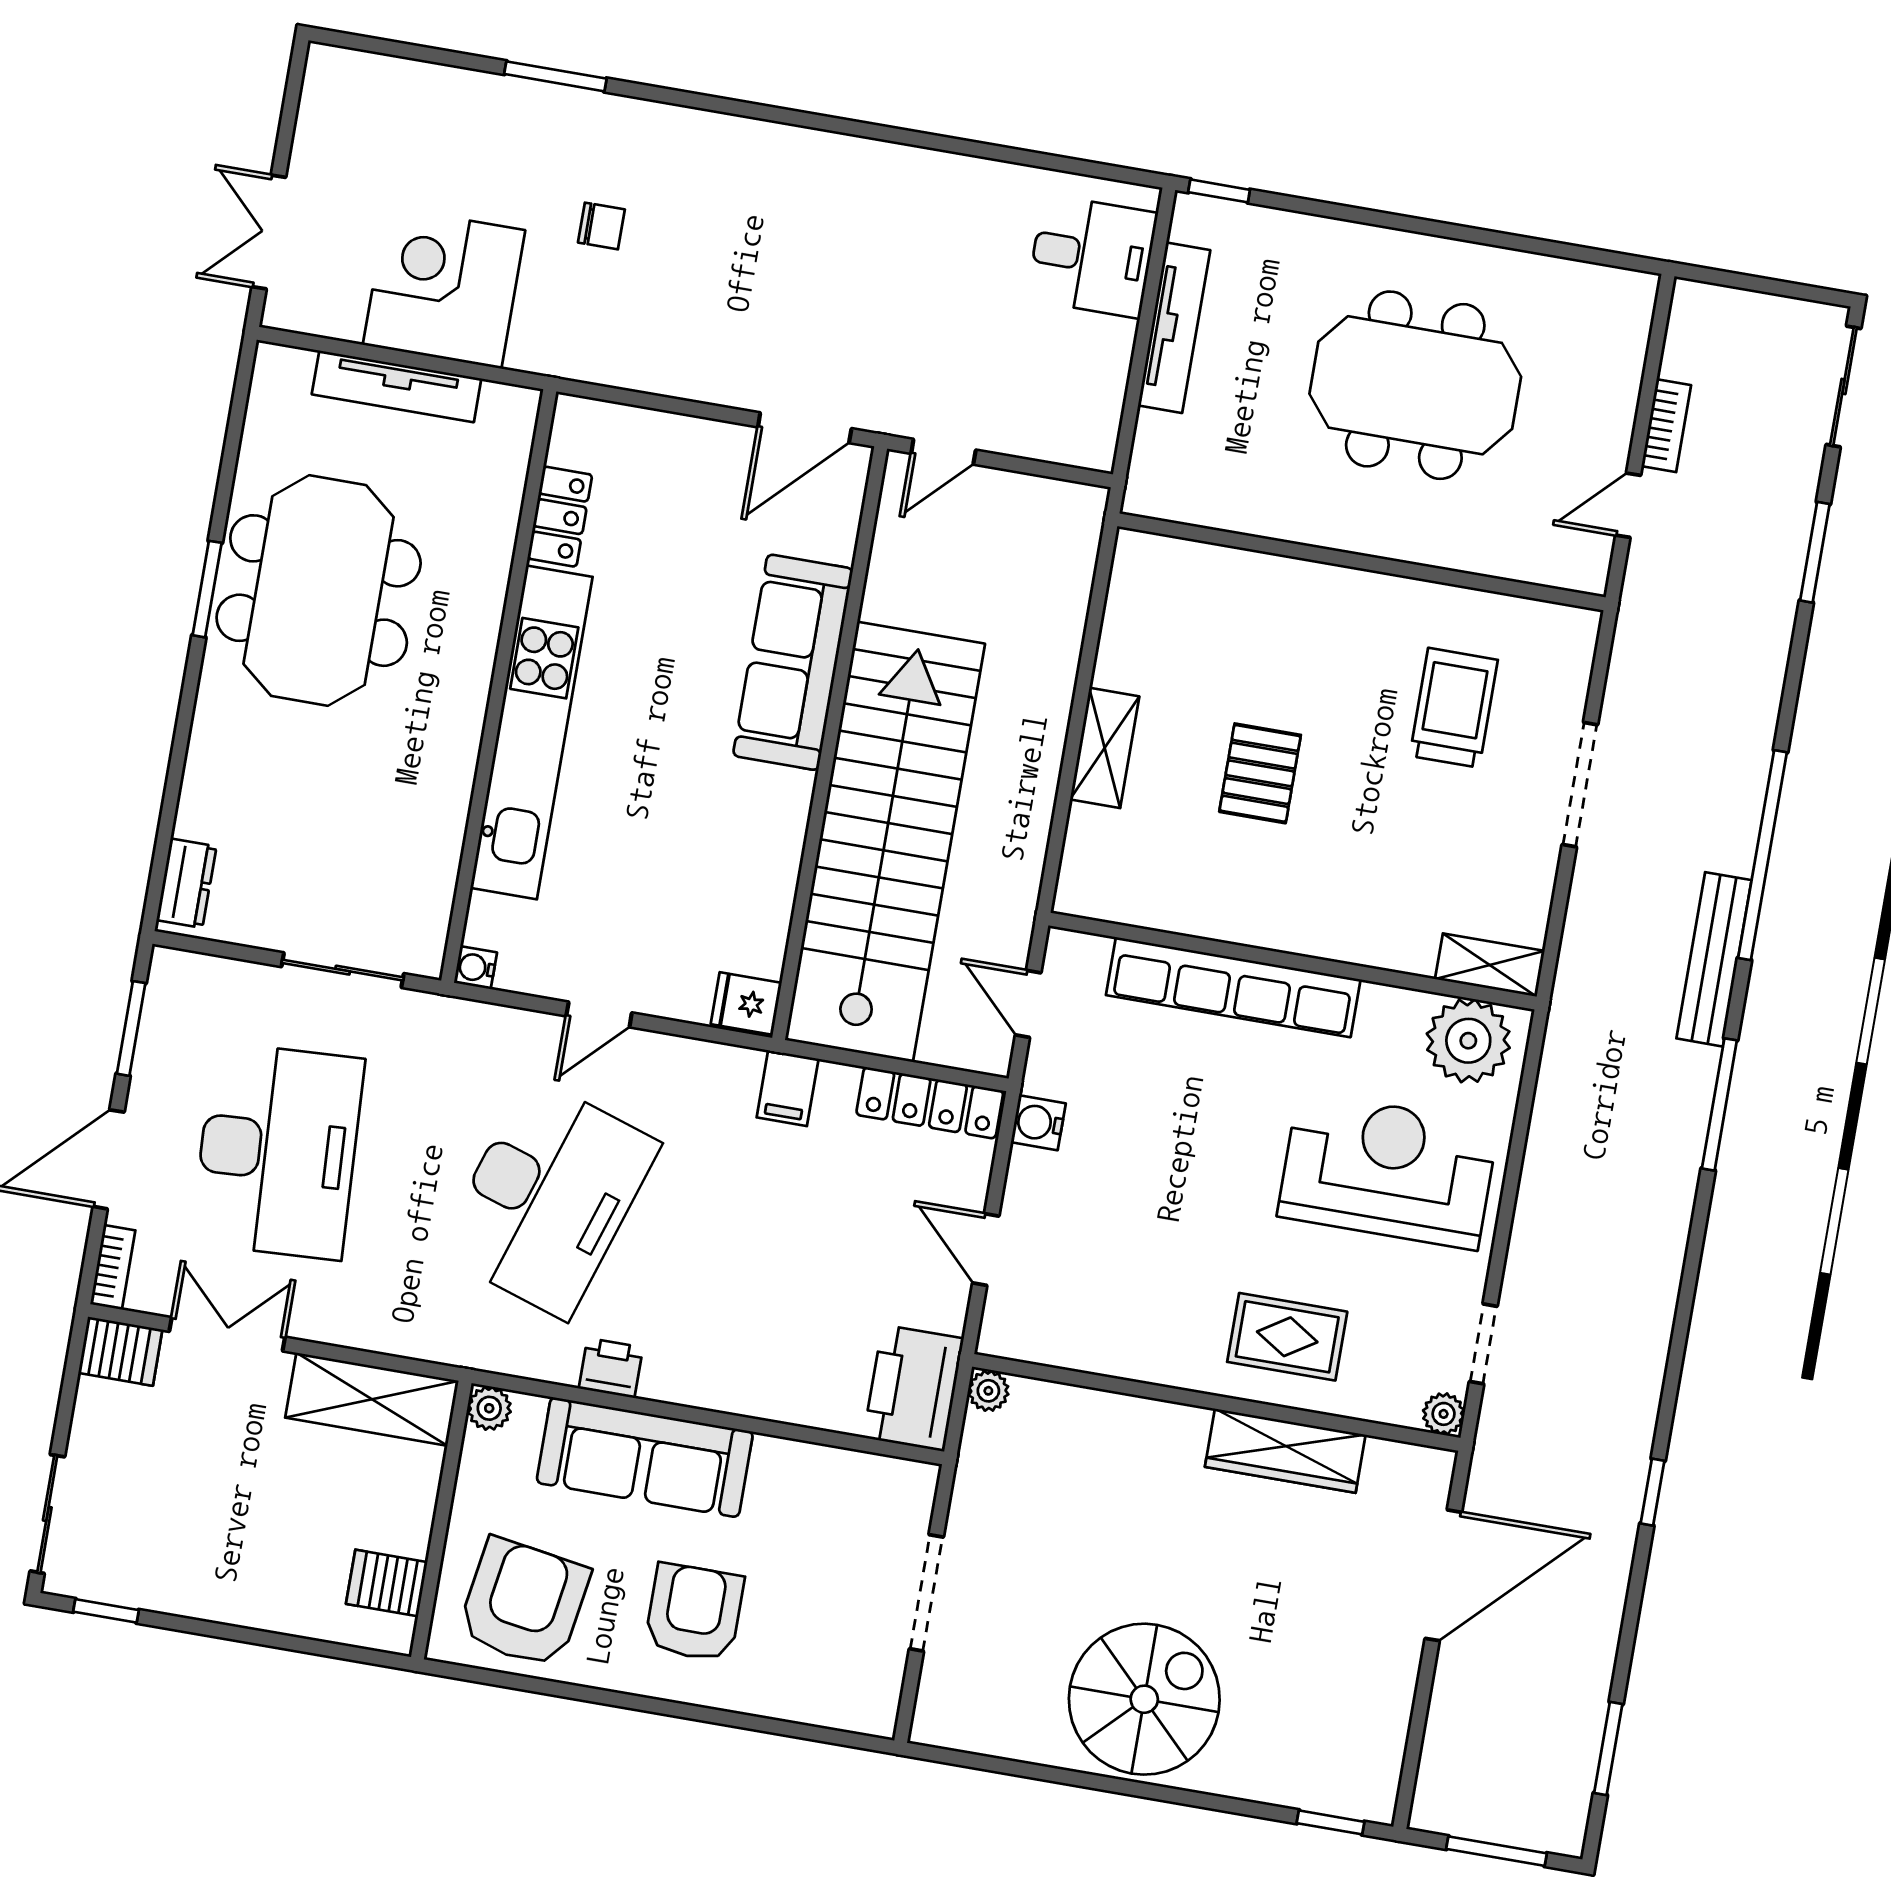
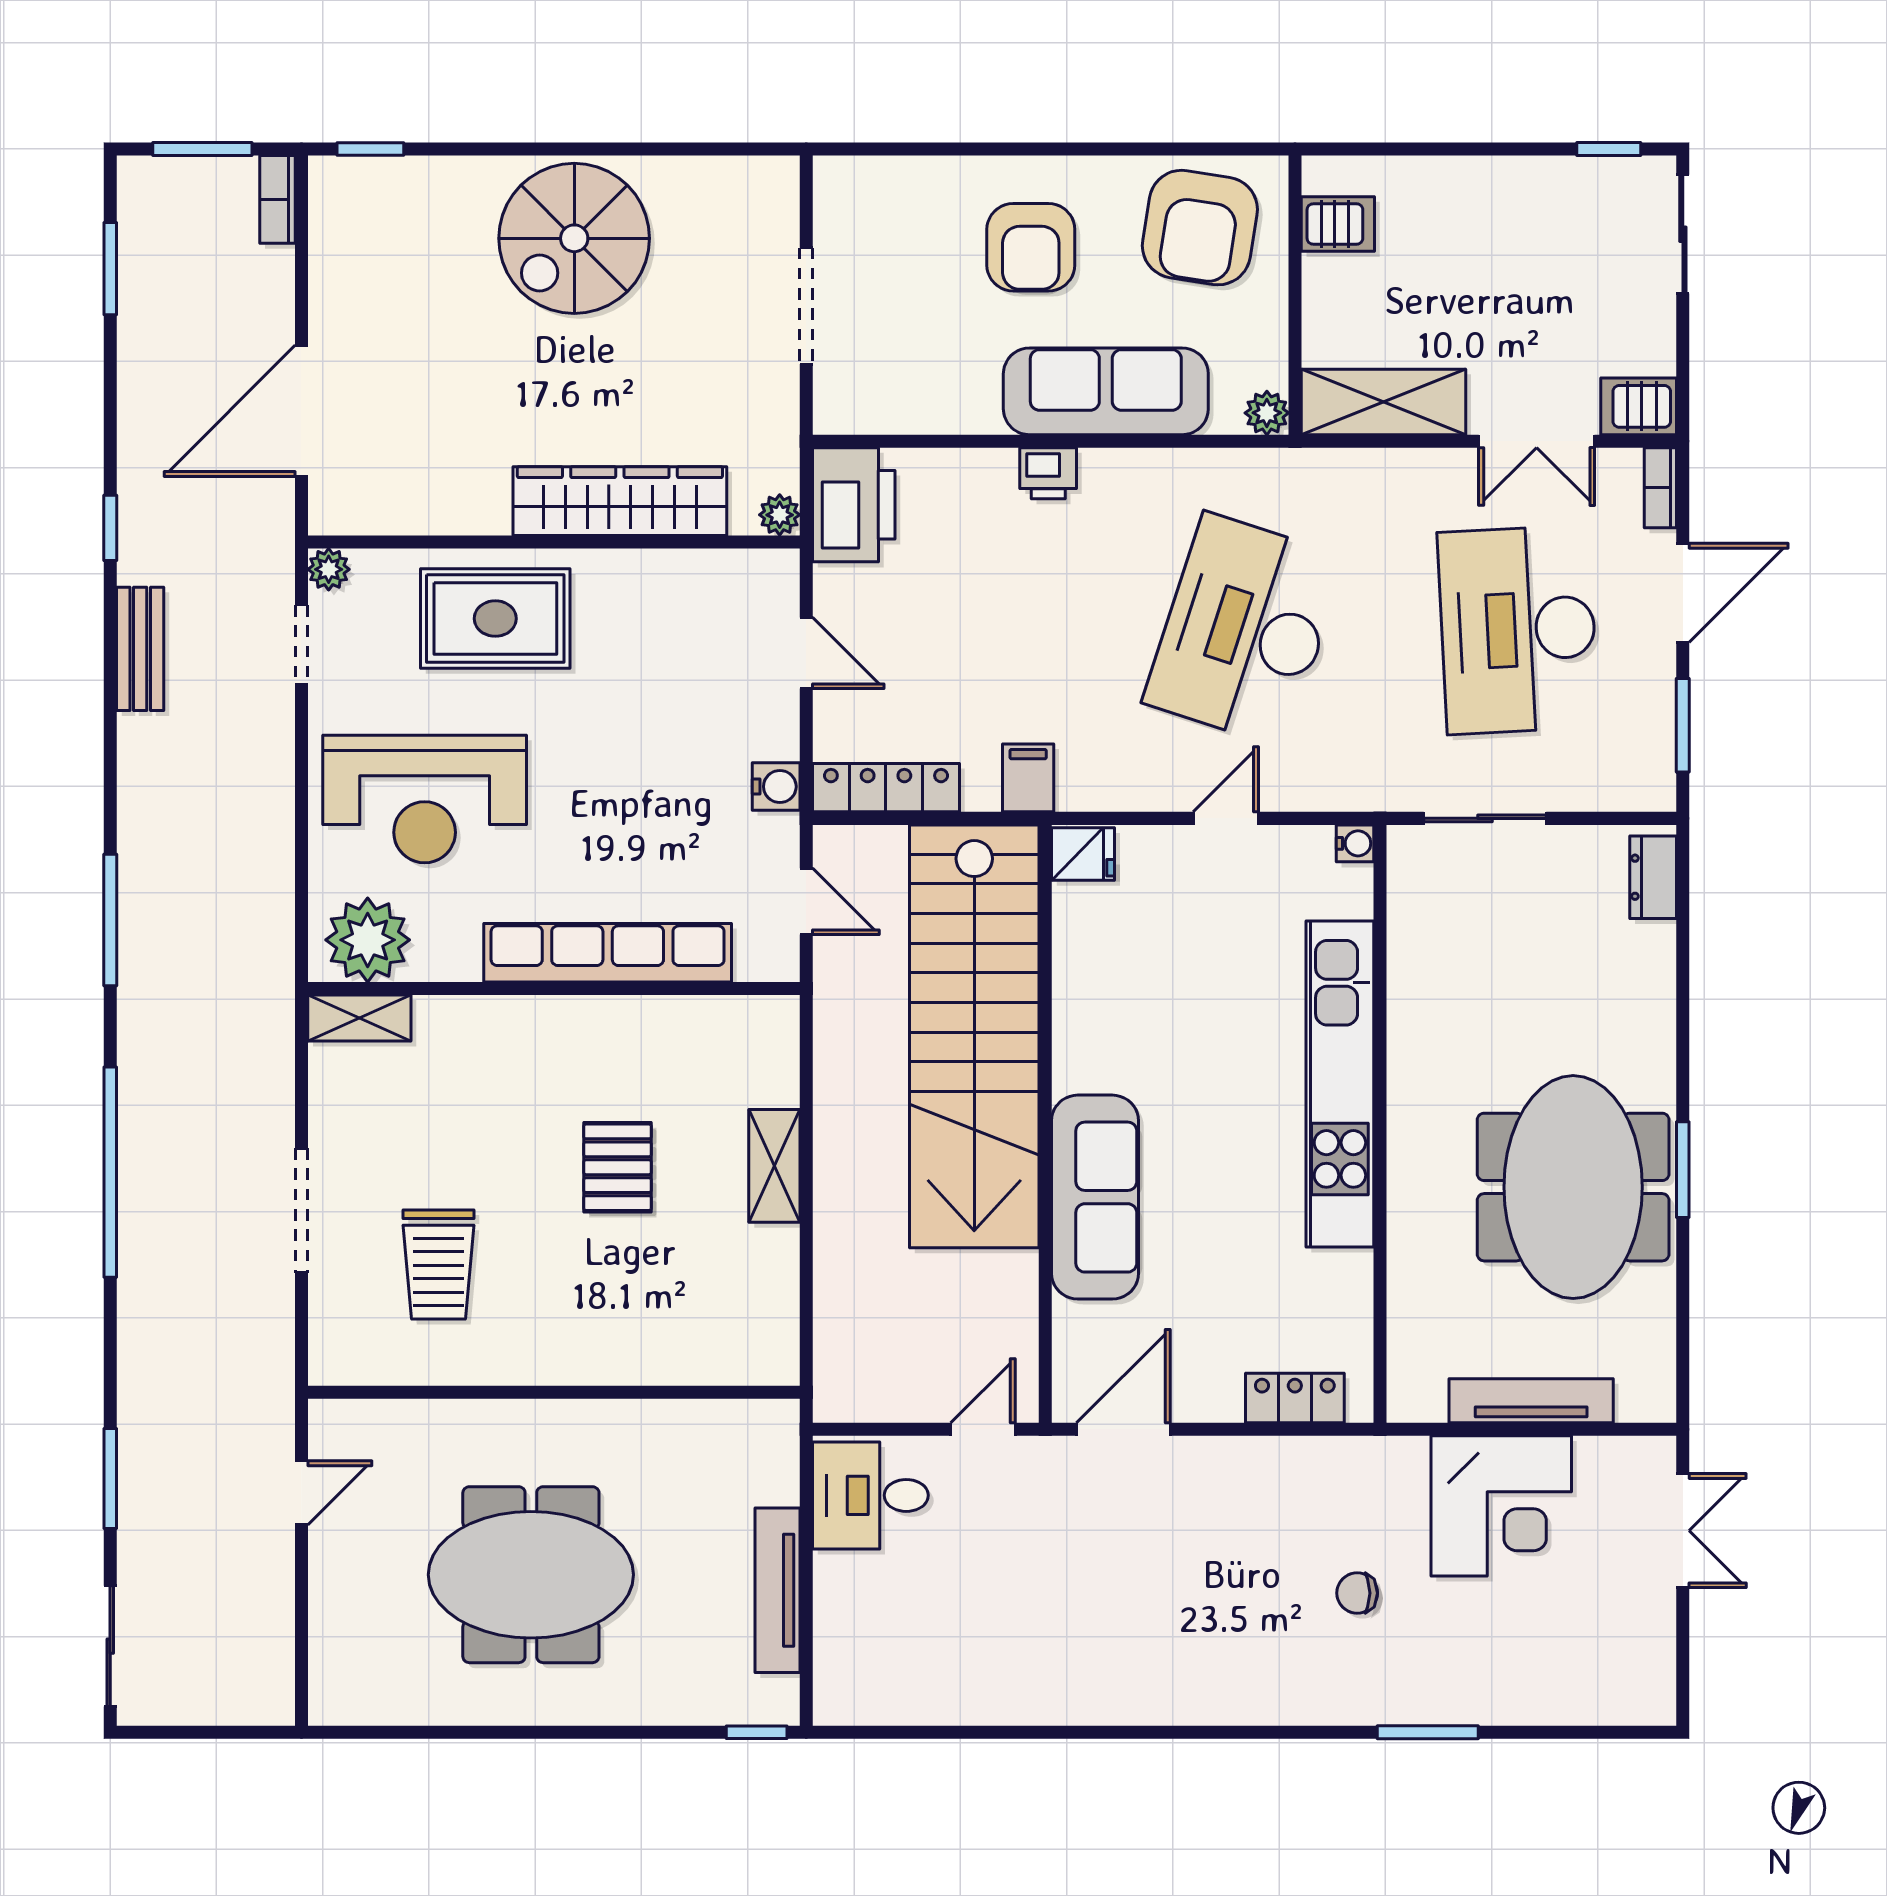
desk: (1092, 256) -> (870, 1495), moved
bookcase: (1666, 426) -> (277, 199), moved
locker: (560, 517) -> (1295, 1398), moved, turned 90
bench: (1714, 959) -> (140, 649), moved, width x0.73
rug: (1287, 1337) -> (495, 619), width x1.36, depth x1.43
printer: (611, 1368) -> (1048, 473), moved
wardrobe: (1285, 1451) -> (620, 501), moved, width x1.40, depth x1.17

